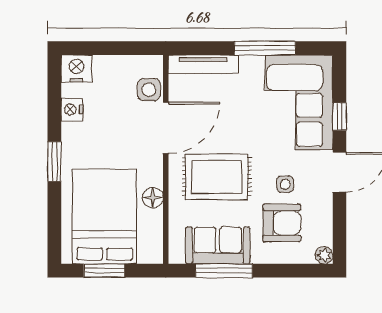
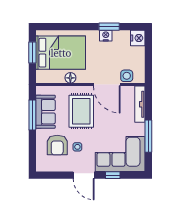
nightstand: (72, 109) -> (106, 36), moved
window: (54, 162) -> (109, 27), moved
plant: (324, 255) -> (40, 167), removed

